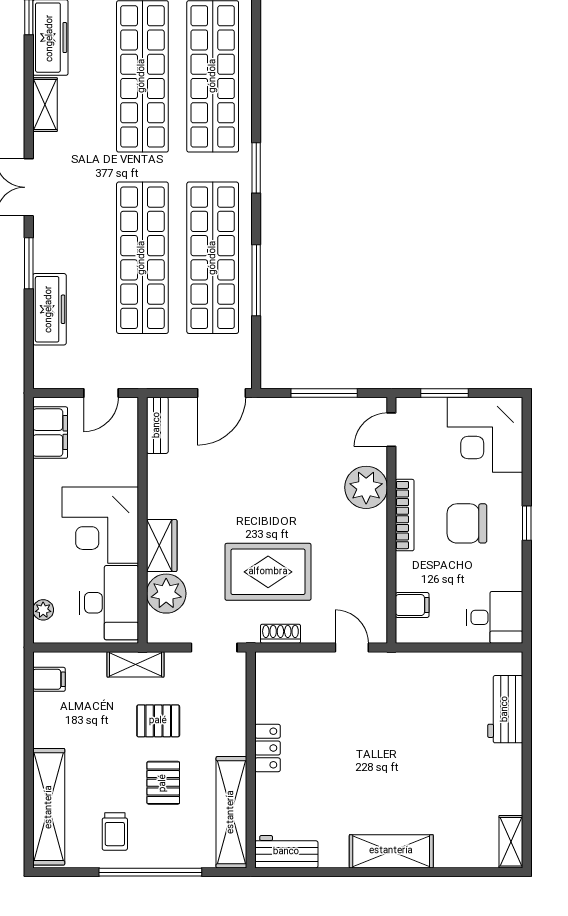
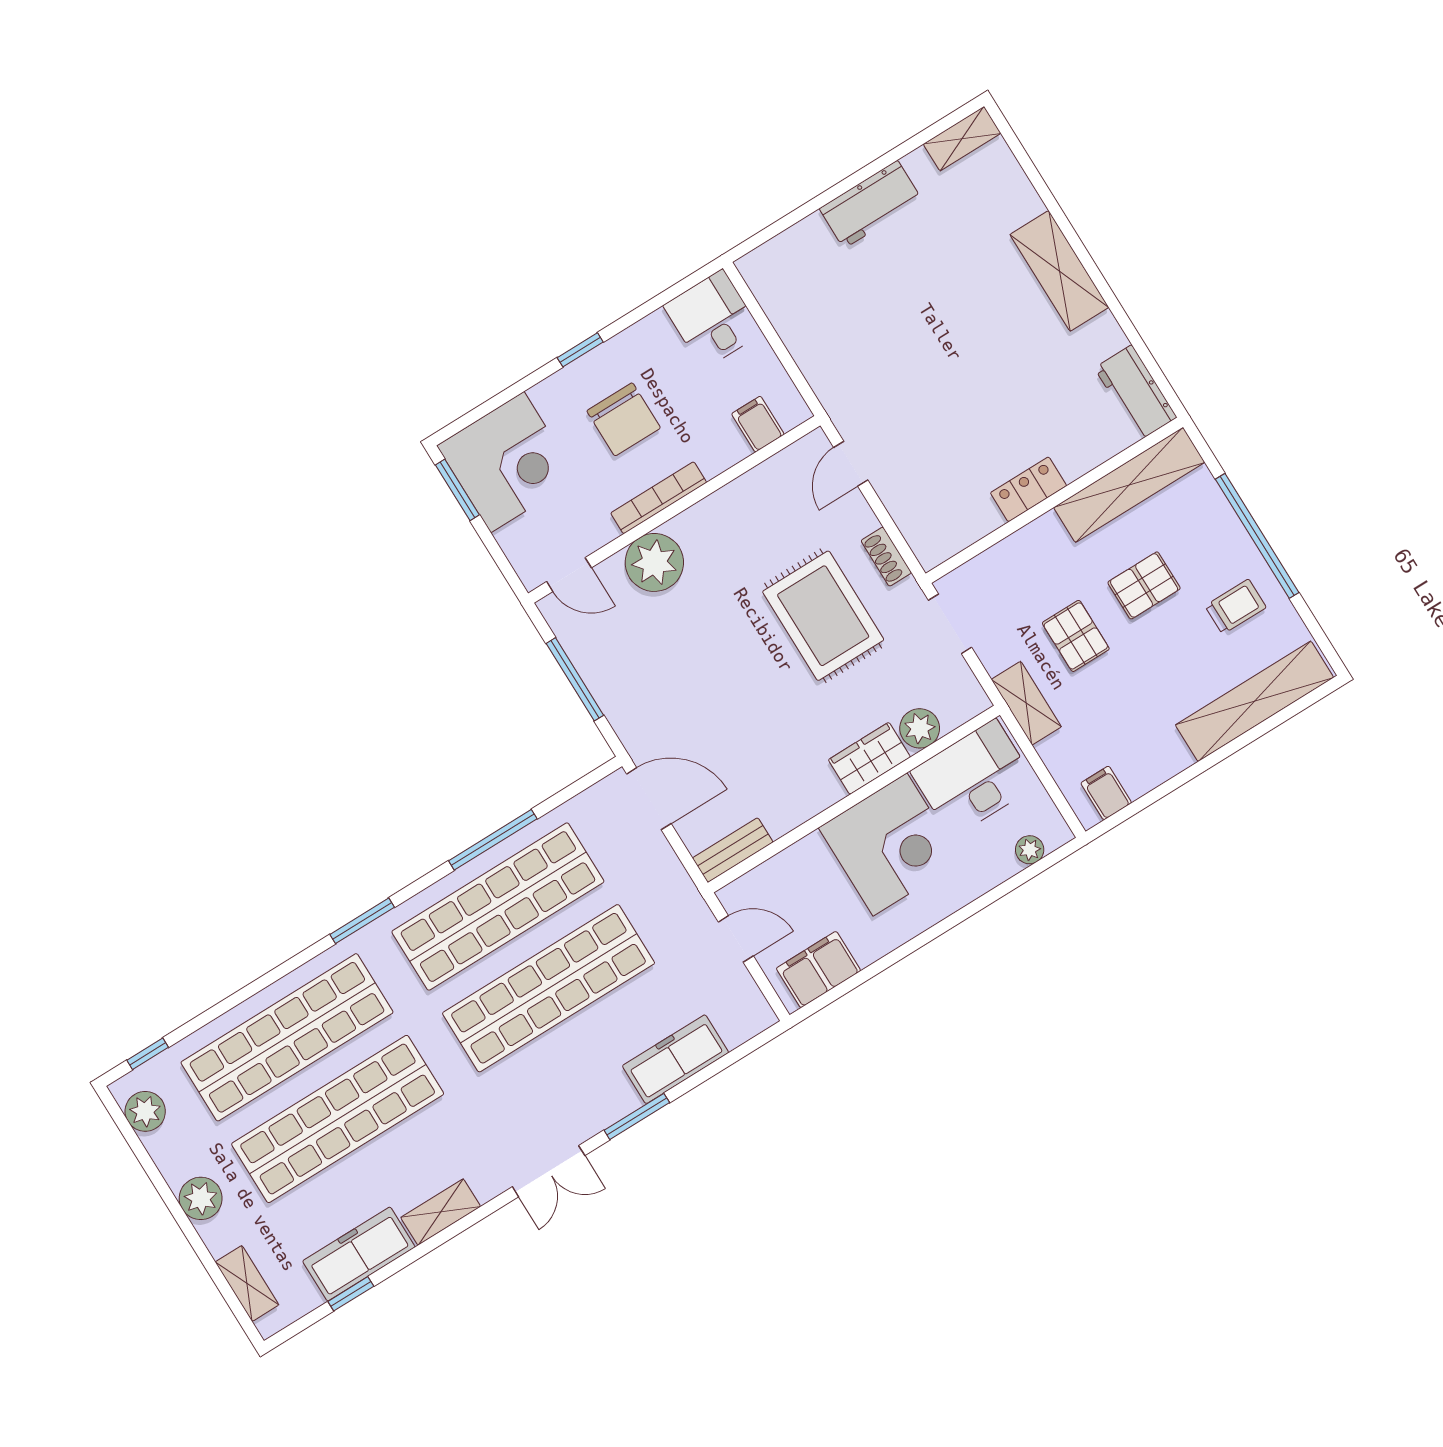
window: (445, 393) -> (457, 490), moved
plant: (166, 594) -> (920, 728), width x0.73, depth x0.73
workbench: (505, 709) -> (871, 204), moved

